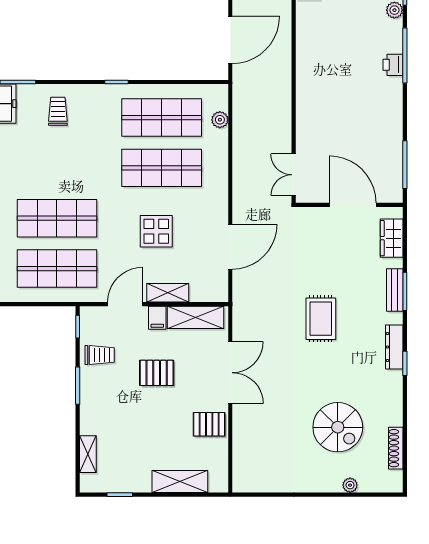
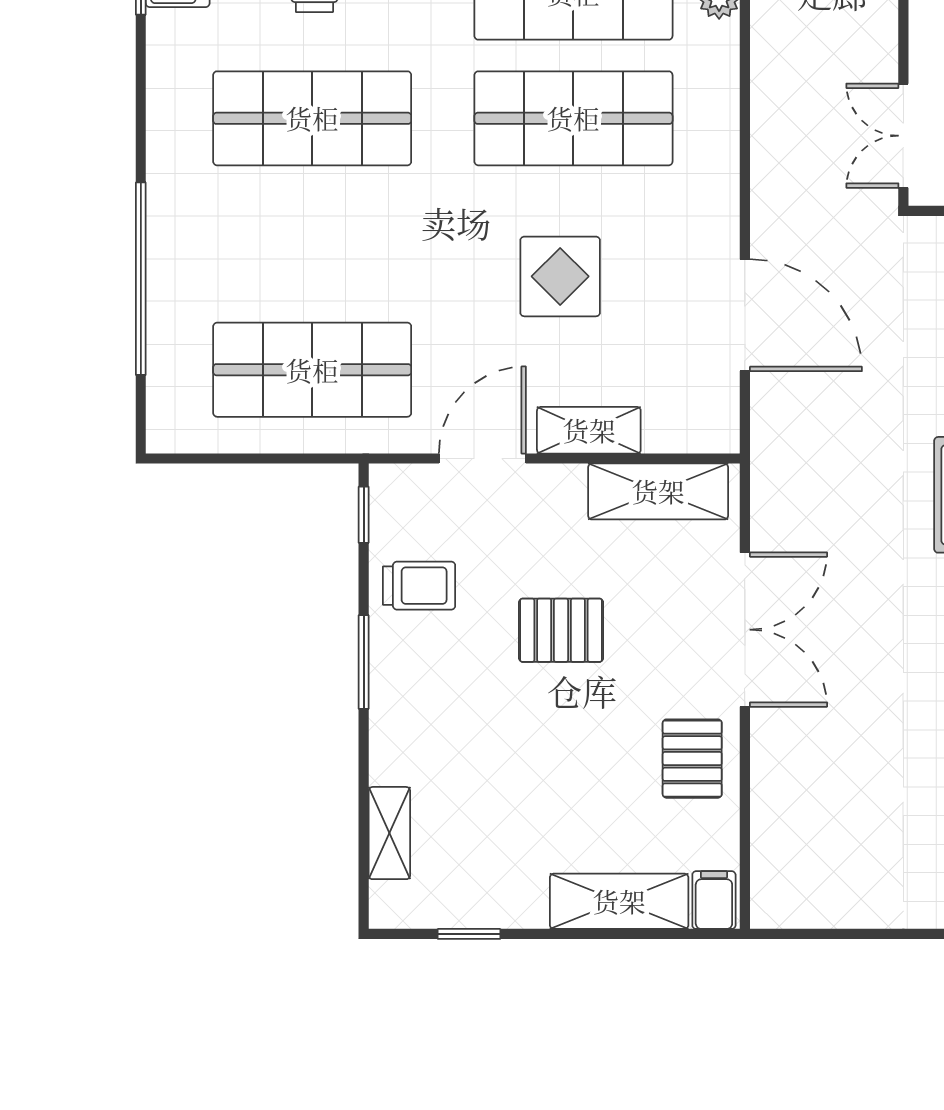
shop shelf: (57, 218) -> (312, 118), moved
door: (230, 247) -> (745, 315), hinge flipped
filing cabinet: (157, 318) -> (714, 900), moved, turned 180
pallet: (209, 424) -> (692, 759), turned 90

